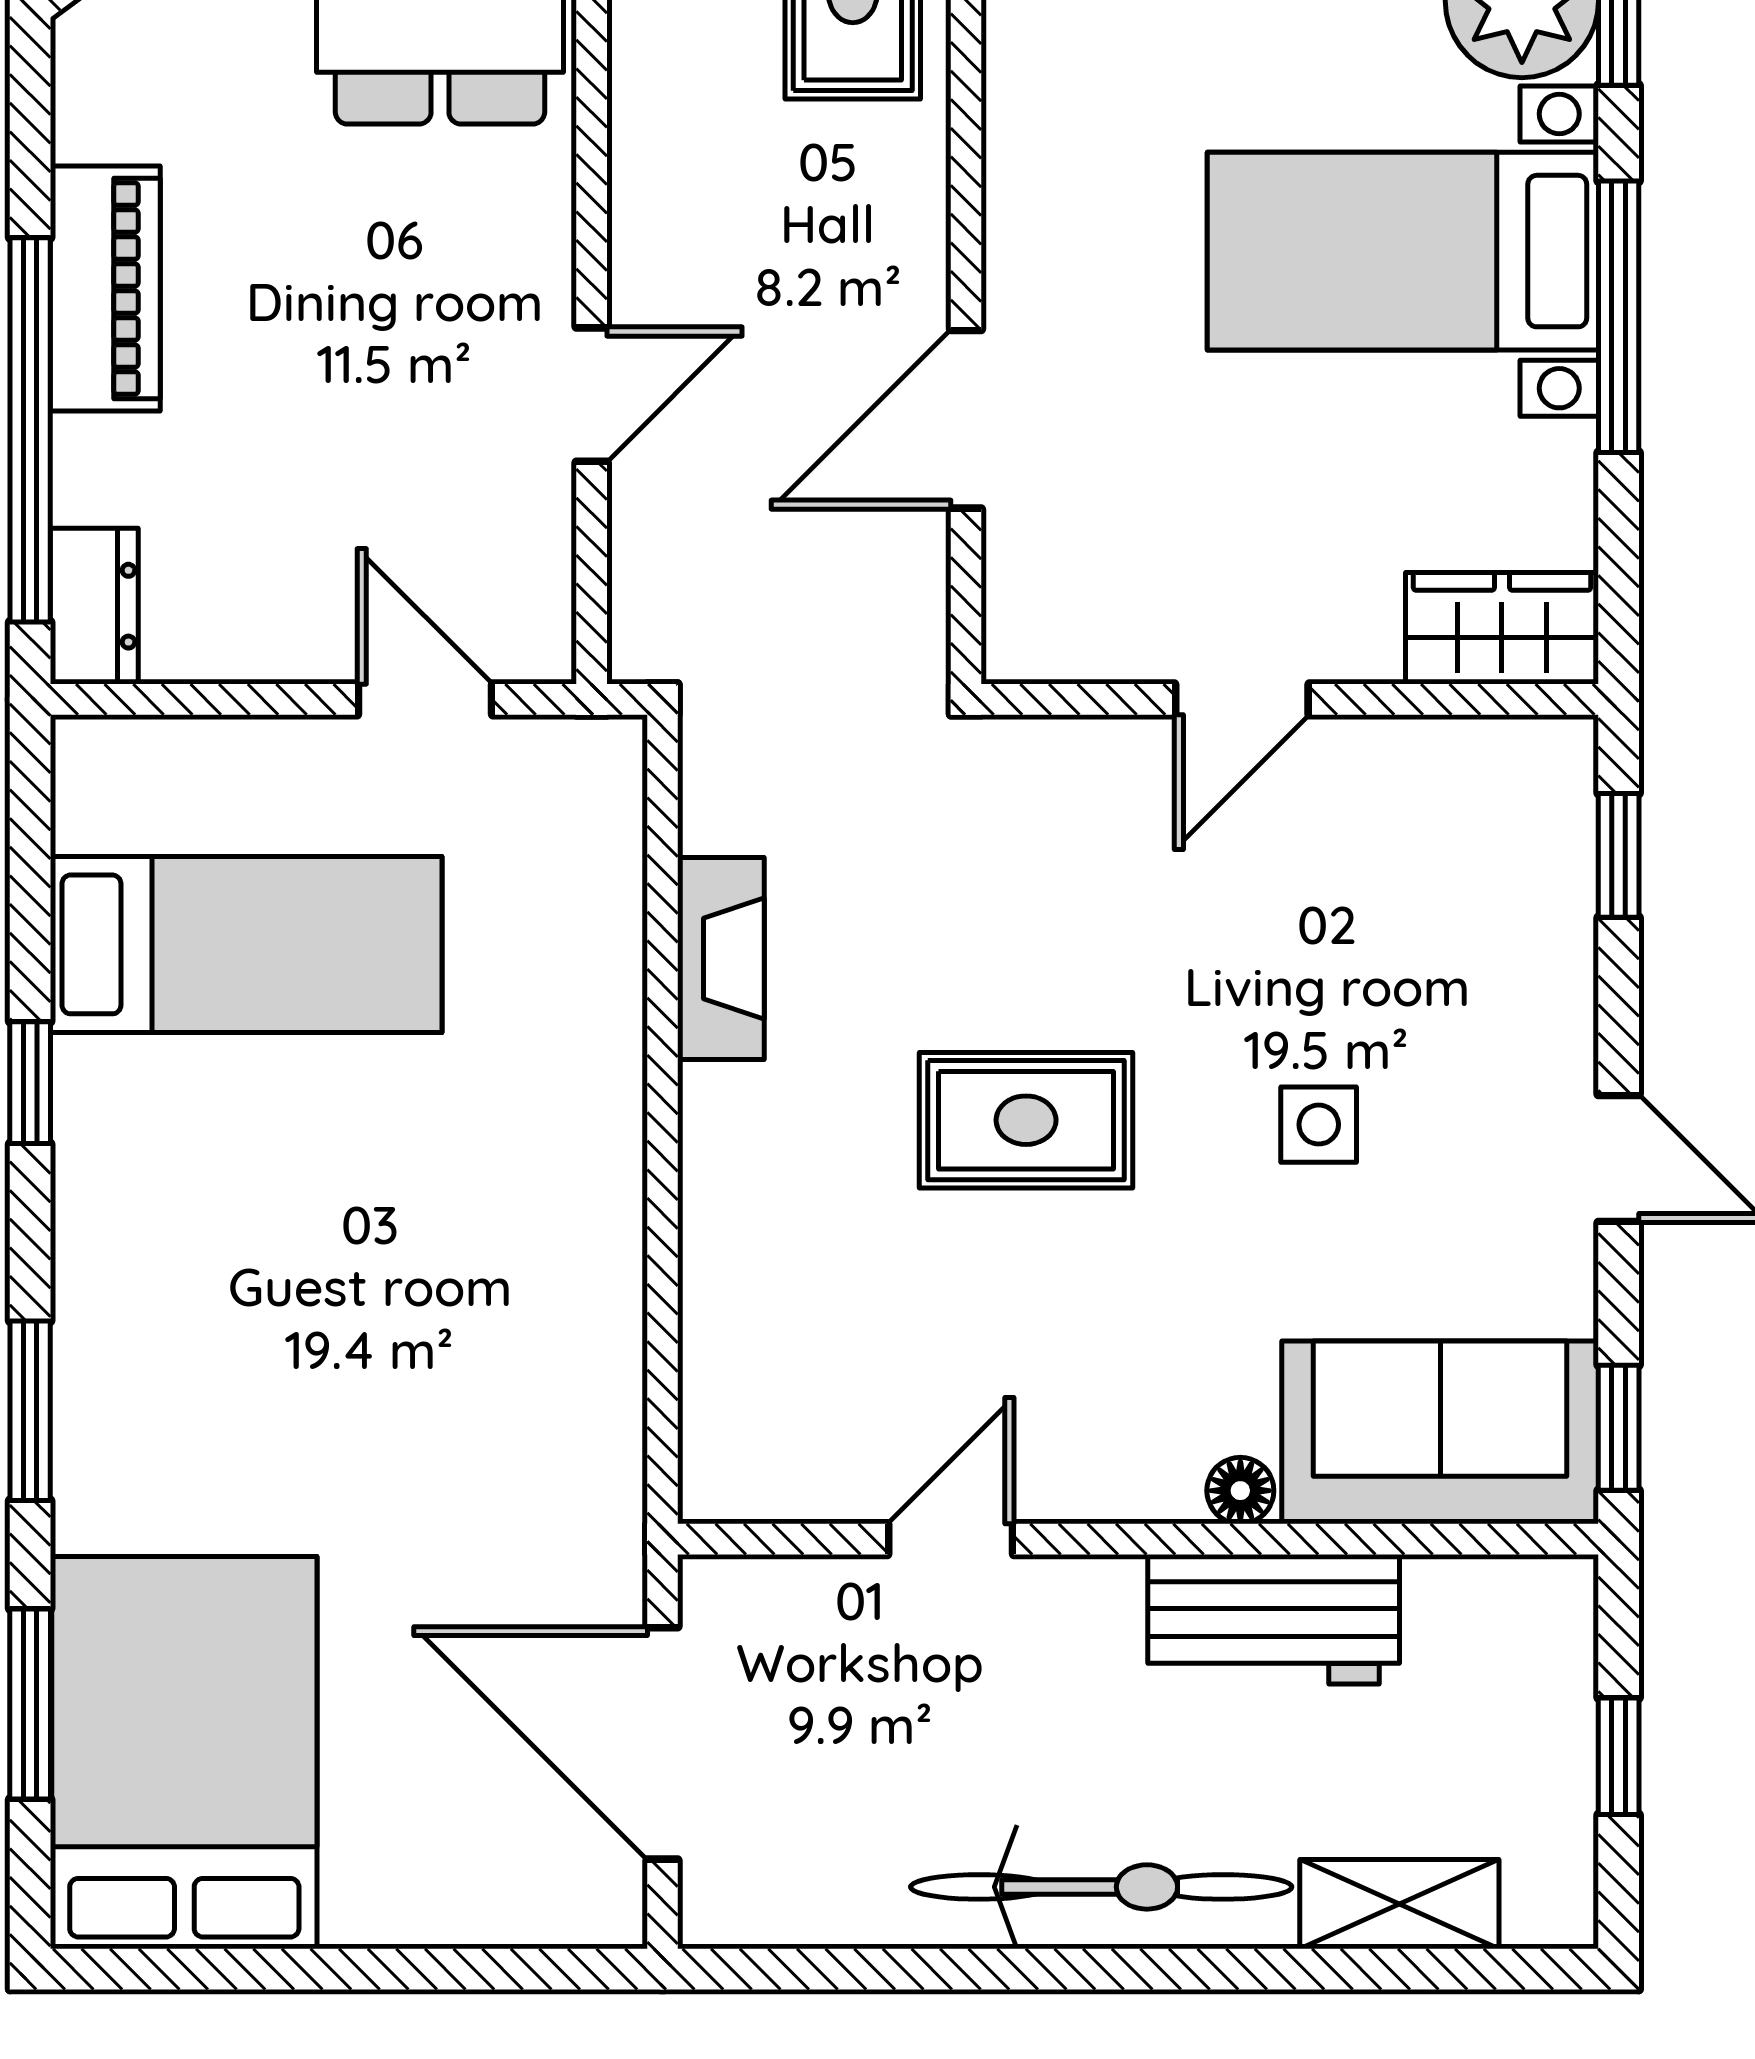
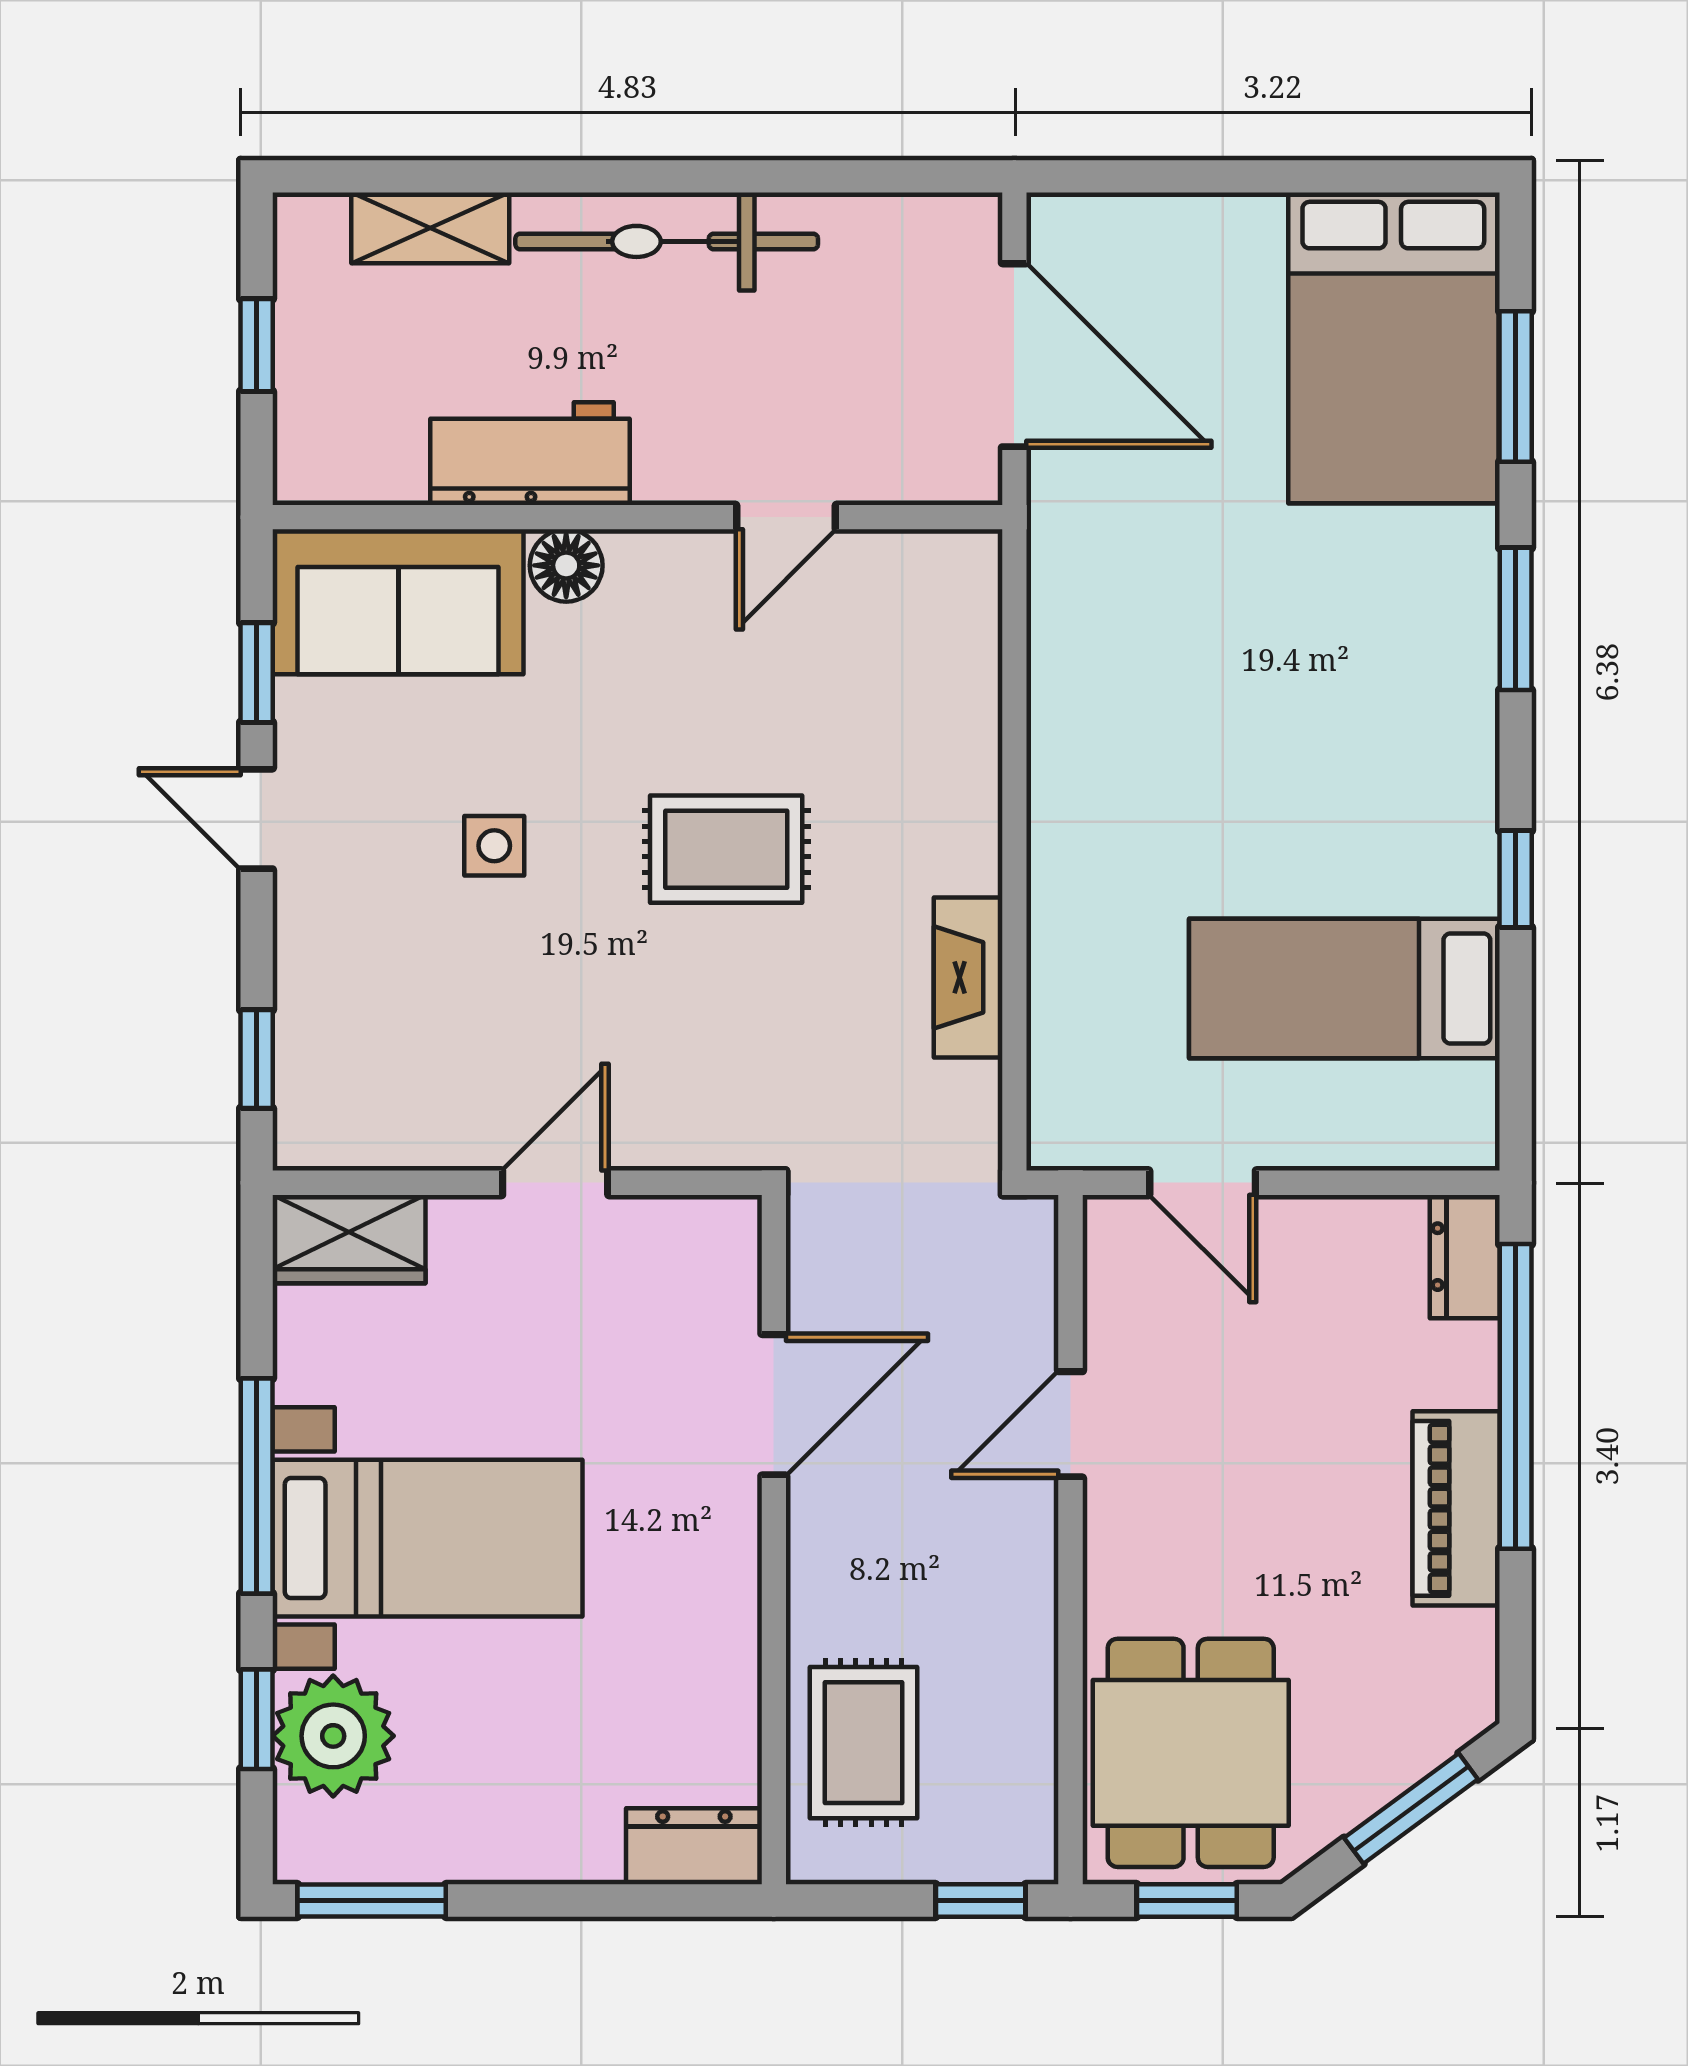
window: (1619, 1428) -> (257, 673), moved
floor lamp: (1240, 1491) -> (566, 565), width x1.37, depth x1.37

